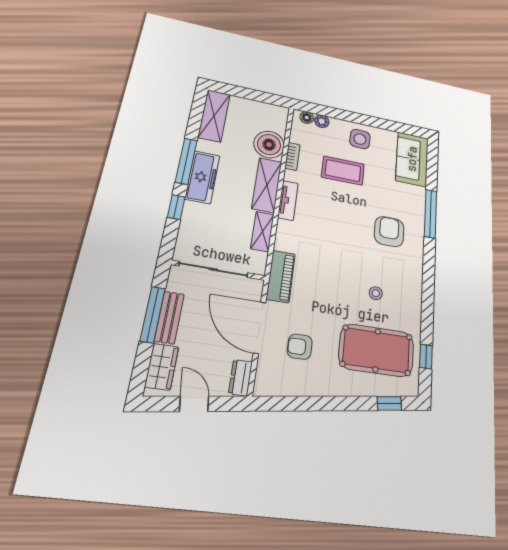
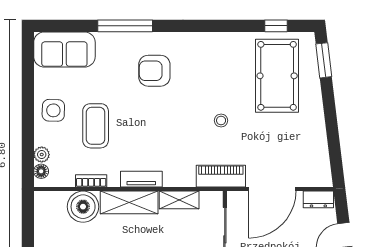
stool: (376, 293) -> (221, 120), moved
armchair: (300, 347) -> (284, 150), removed
window: (389, 403) -> (324, 60), width x1.50

